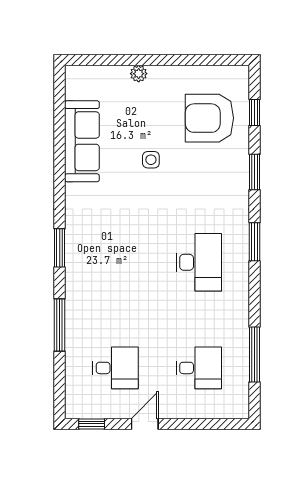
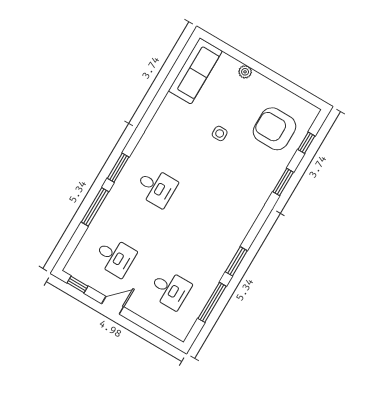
sofa: (82, 141) -> (195, 71), moved
window: (255, 242) -> (236, 261), moved
window: (60, 248) -> (118, 168), moved
desk: (199, 262) -> (156, 187), moved, width x0.73

